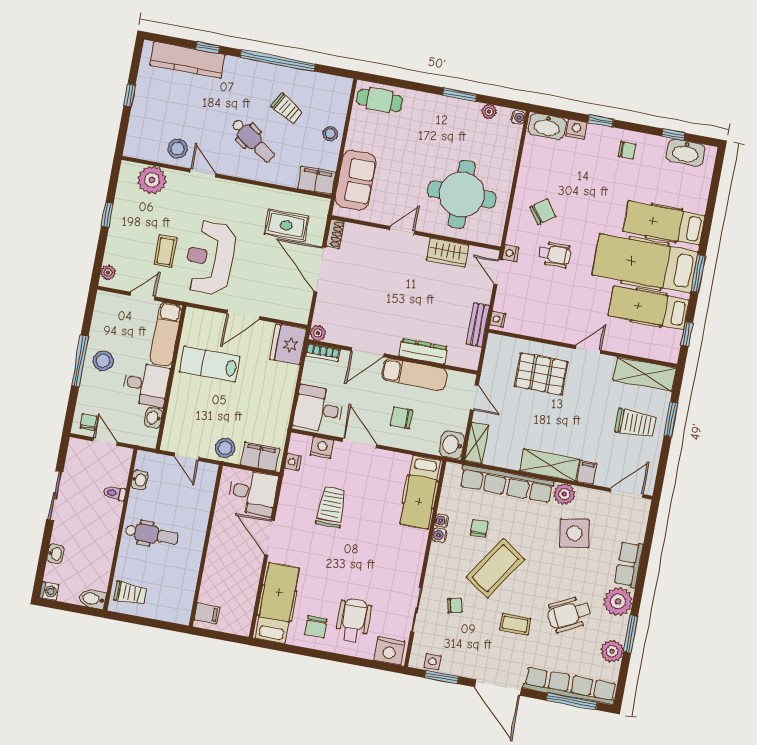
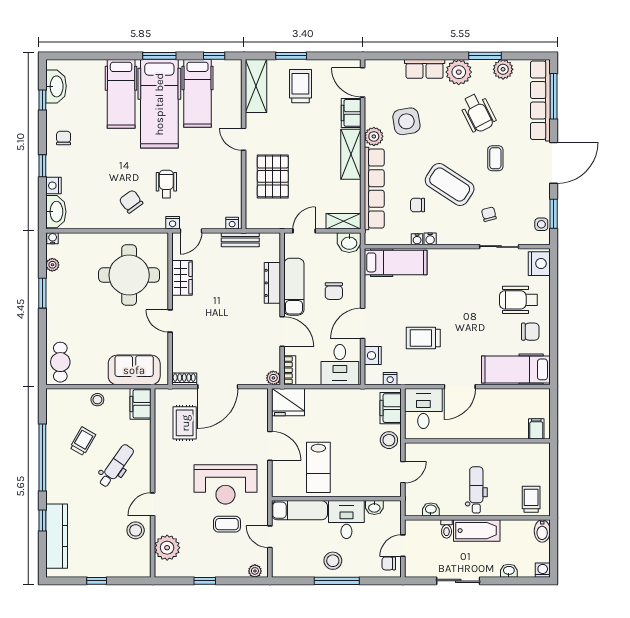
filing cabinet: (587, 472) -> (351, 113), width x2.00
bathtub: (107, 526) -> (477, 531), added

